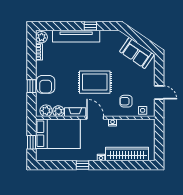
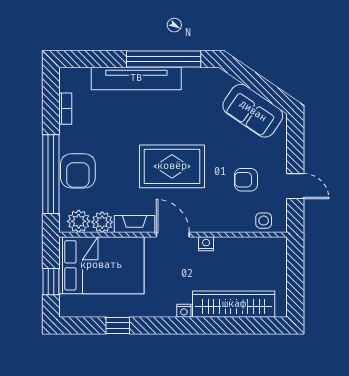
window: (90, 26) -> (164, 59), width x3.17
plant: (42, 37) -> (70, 80), removed
window: (32, 86) -> (51, 174), width x3.17
armchair: (126, 101) -> (246, 180), moved
window: (83, 165) -> (118, 326), moved

